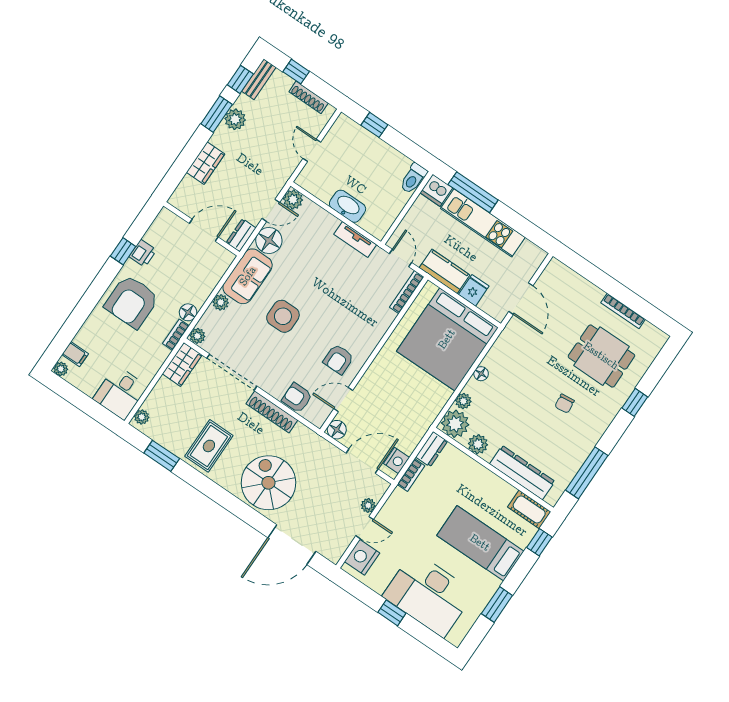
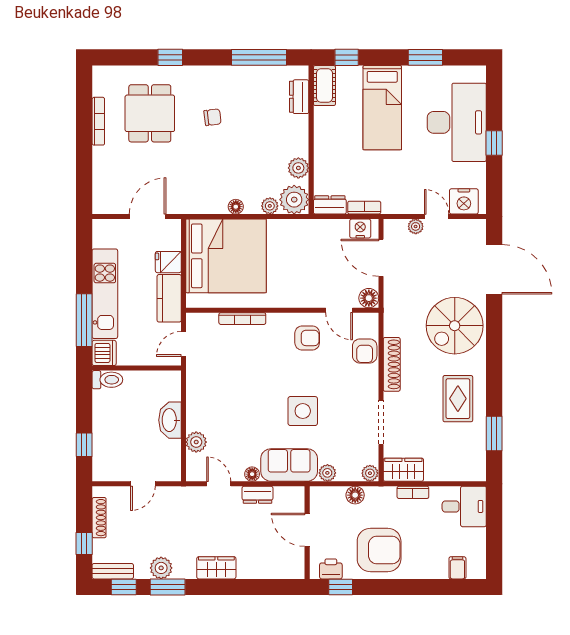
plant: (293, 199) -> (196, 442), moved
wall: (202, 229) -> (307, 533), moved
door: (204, 230) -> (307, 530), moved
tv unit: (355, 239) -> (194, 394), removed
floor lamp: (269, 240) -> (252, 474), width x0.53, depth x0.53
bookcase: (407, 292) -> (242, 319), moved
bookcase: (176, 335) -> (413, 492), moved
plant: (61, 369) -> (479, 571), removed
doorway: (232, 372) -> (381, 422), width x0.73
plant: (142, 417) -> (472, 474), removed
rug: (209, 446) -> (458, 399), turned 90
dresser: (522, 473) -> (299, 97), width x0.51, depth x0.80

